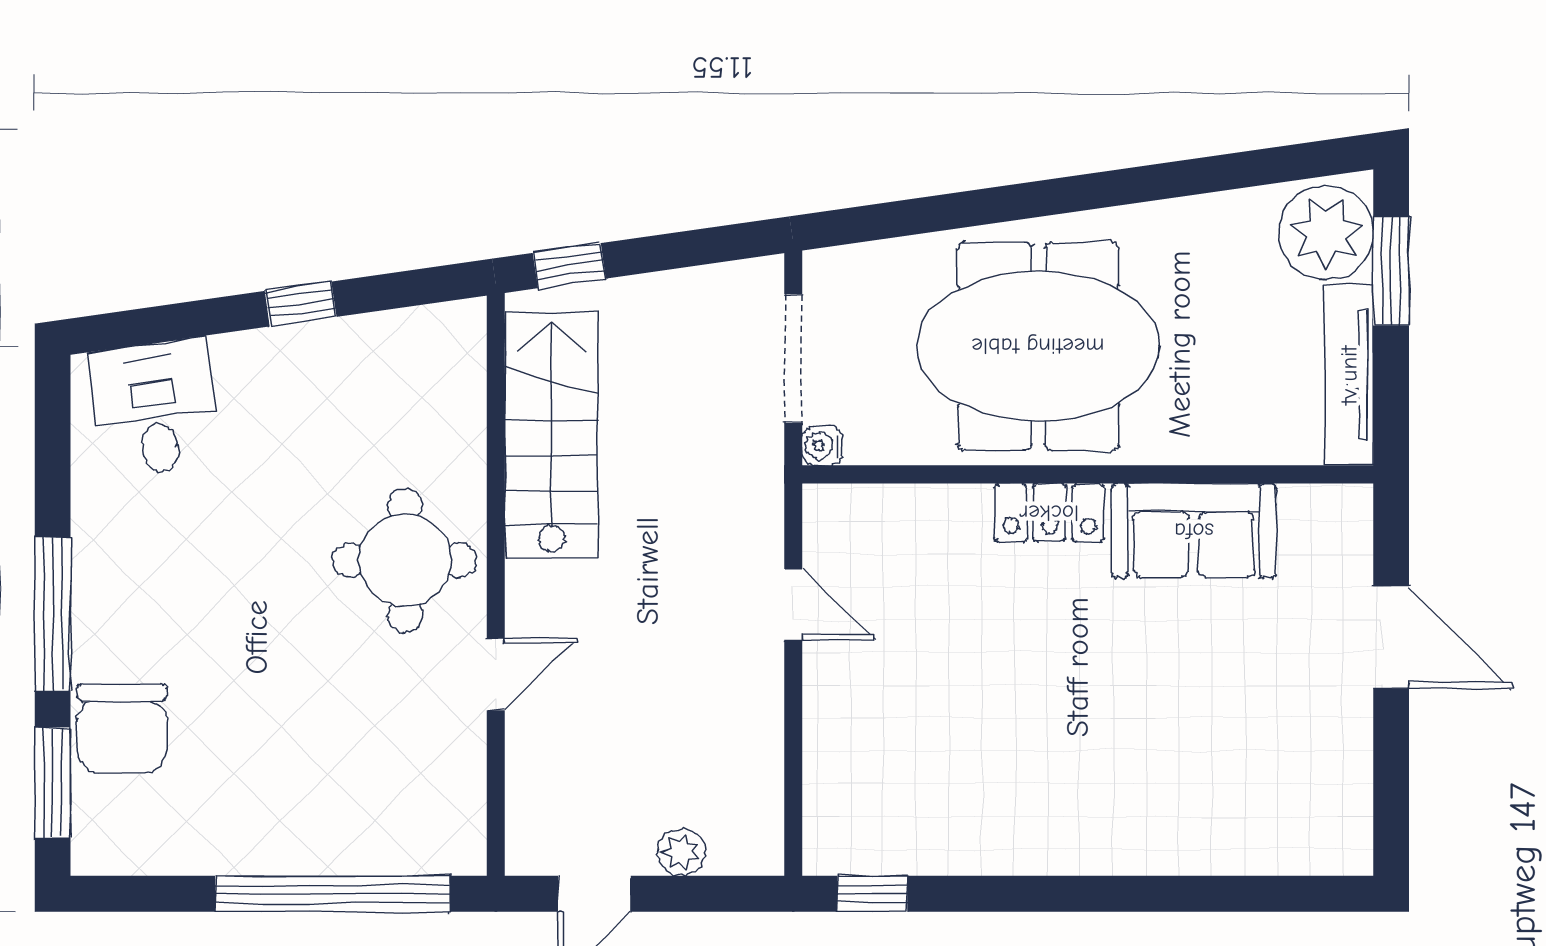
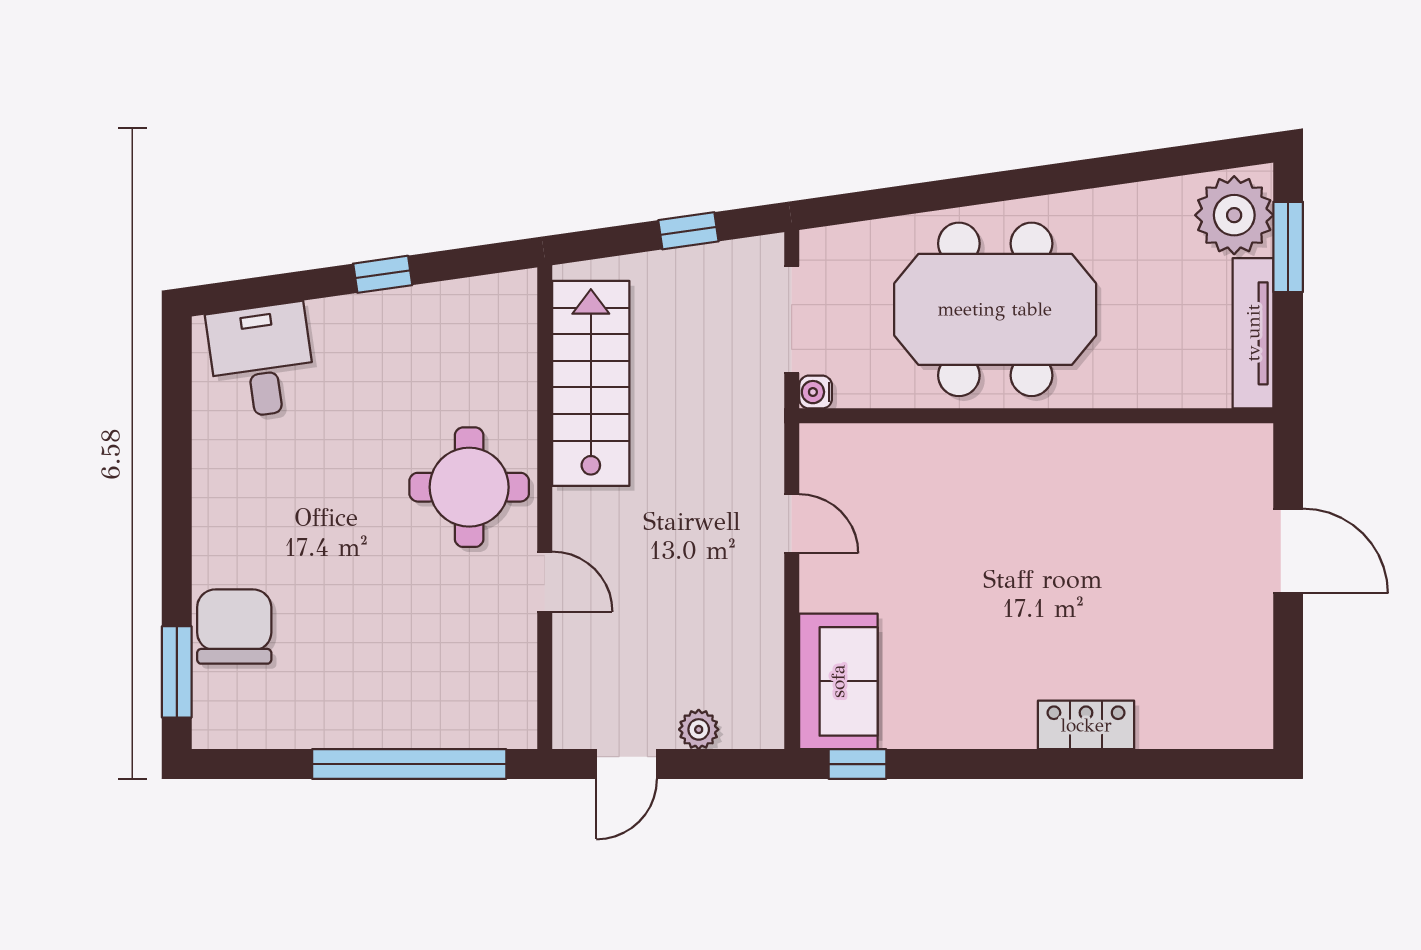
window: (569, 266) -> (688, 231), moved
locker: (1049, 513) -> (1086, 725), moved, turned 180
sofa: (1194, 531) -> (838, 681), moved, turned -90
window: (53, 614) -> (177, 532), removed
door: (496, 674) -> (545, 582), hinge flipped
chair: (122, 728) -> (234, 627), turned 180

